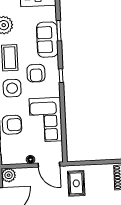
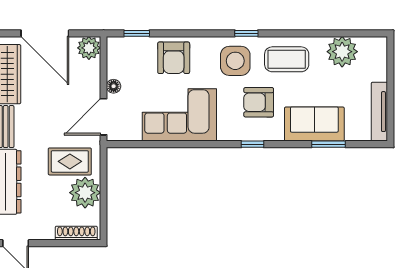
plant: (94, 173) -> (85, 193), added

